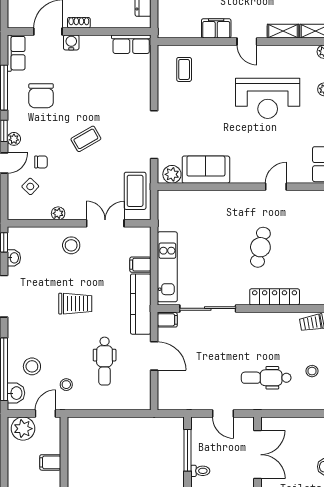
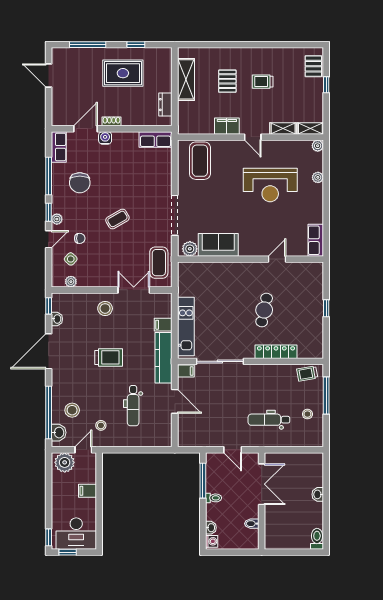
coffee table: (184, 69) -> (200, 161), width x1.86, depth x1.72
plant: (58, 213) -> (71, 282), moved

